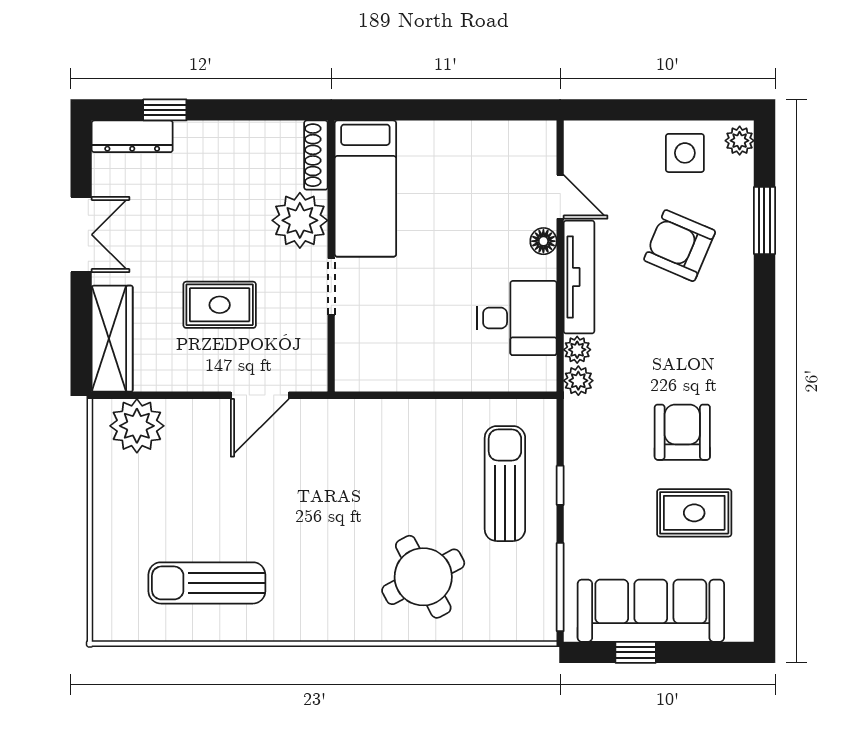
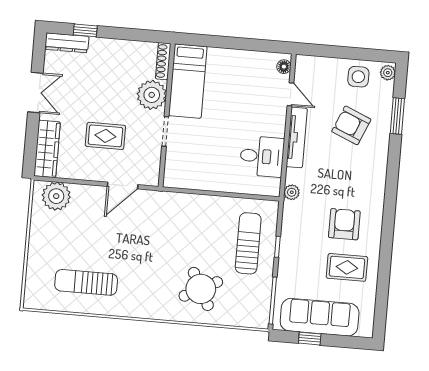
floor lamp: (543, 241) -> (284, 67), moved
plant: (577, 350) -> (292, 176), removed

